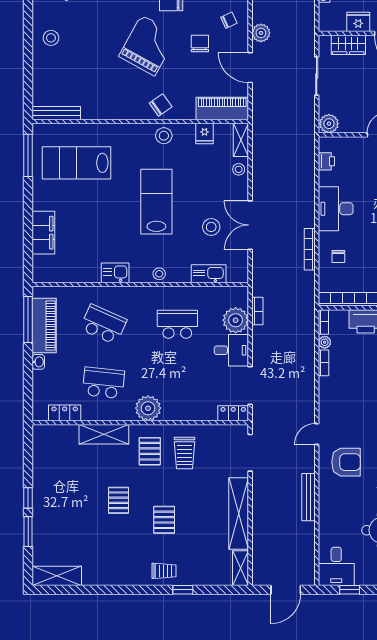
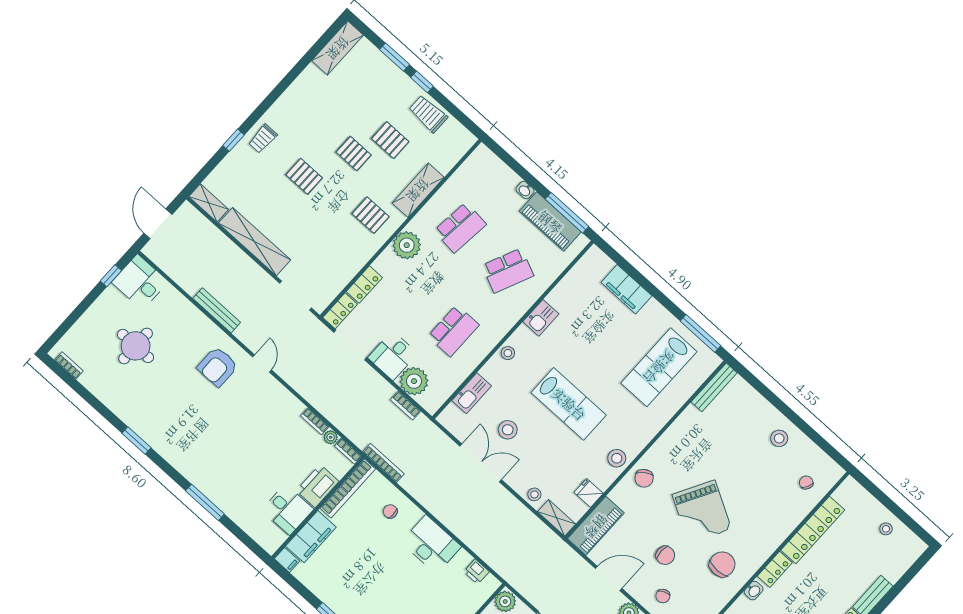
lab bench: (76, 163) -> (659, 367), turned 180
bookcase: (310, 249) -> (383, 463), moved
locker: (65, 413) -> (364, 285), moved
trolley: (185, 453) -> (428, 114), moved
pallet: (87, 484) -> (390, 140), added

